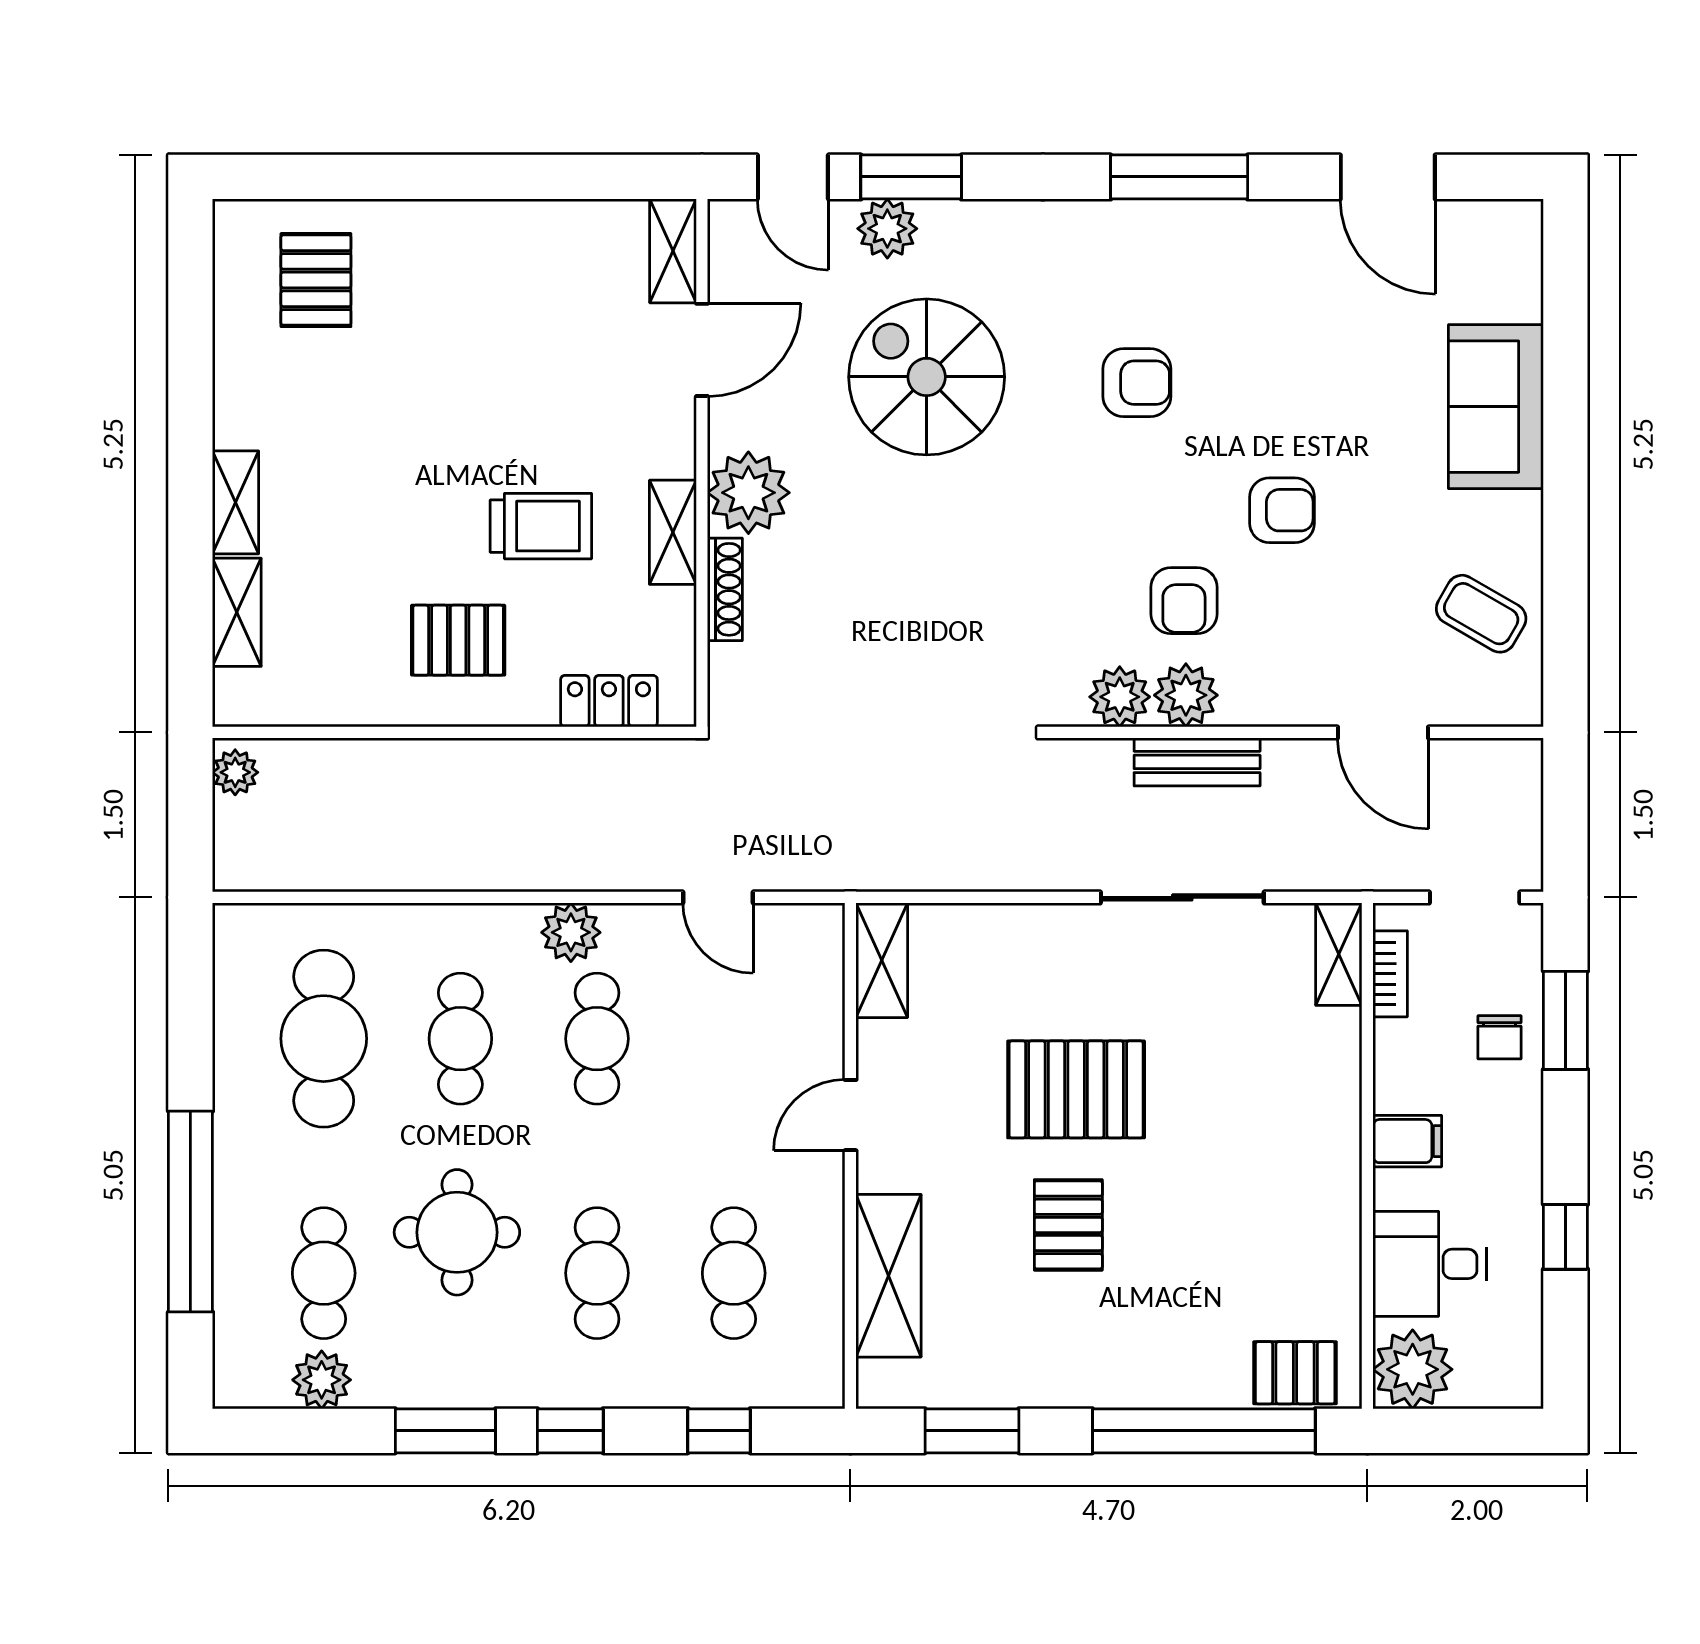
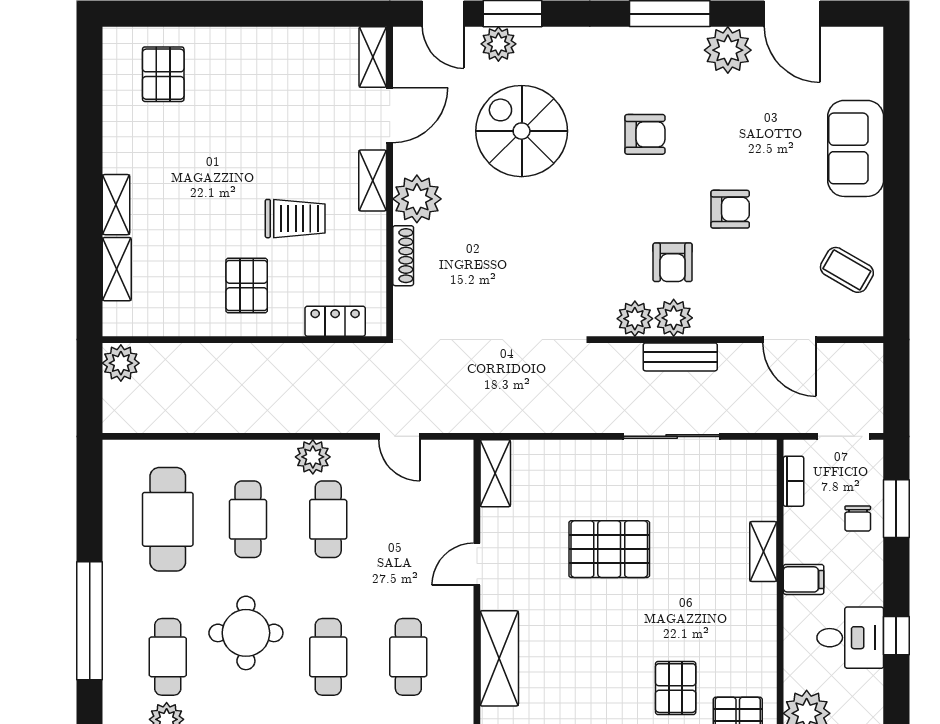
plant: (1278, 239) -> (728, 50), added
shelving: (673, 532) -> (373, 180), moved
pallet: (458, 640) -> (247, 286), turned 90
plant: (235, 772) -> (121, 363), width x1.38, depth x1.38
shelving: (1339, 954) -> (763, 552), moved
pallet: (1068, 1225) -> (676, 688), moved
desk: (1429, 1264) -> (850, 638), moved, turned 180

